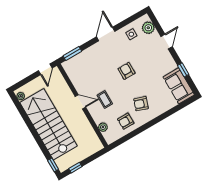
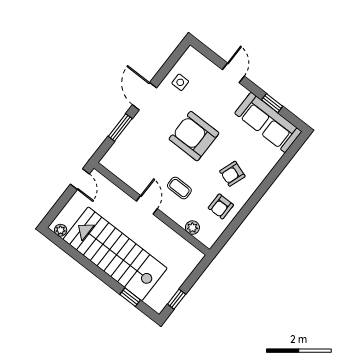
plant: (148, 28) -> (200, 64), removed
window: (72, 54) -> (120, 127), moved
armchair: (127, 71) -> (194, 136), width x1.88, depth x1.88
sofa: (179, 86) -> (268, 122), width x1.36
door: (80, 102) -> (147, 205), hinge flipped
window: (53, 165) -> (130, 297), moved

